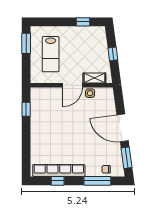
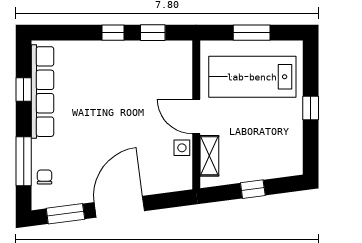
window: (83, 22) -> (311, 108), moved
window: (26, 43) -> (252, 33), moved
lab bench: (51, 54) -> (252, 77), width x1.36, depth x1.39
window: (26, 131) -> (113, 33), added

